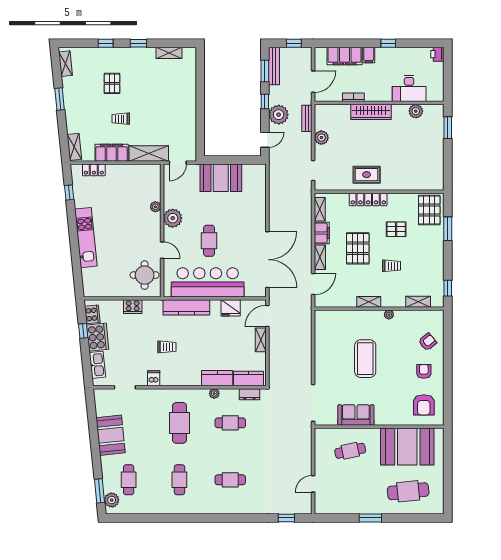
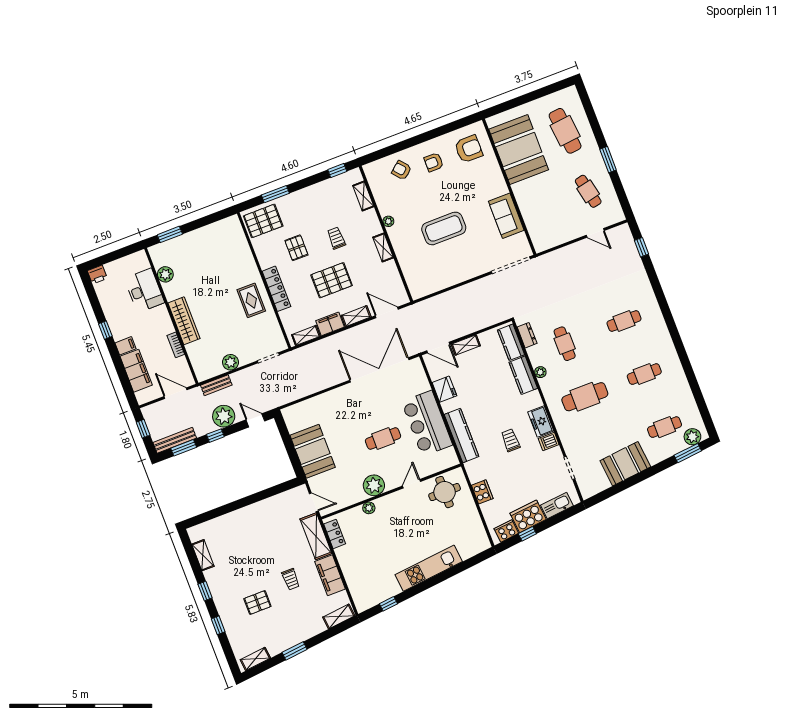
locker: (94, 170) -> (335, 534), moved
bar counter: (208, 282) -> (427, 423), width x0.73
freezer: (173, 378) -> (541, 422), added
cafe table: (350, 451) -> (588, 191), moved
cafe table: (230, 480) -> (624, 321), turned 90

